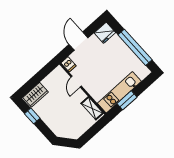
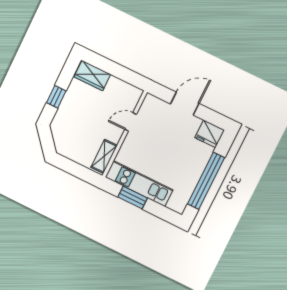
dishwasher: (69, 64) -> (149, 103), removed
window: (32, 116) -> (56, 97), moved

